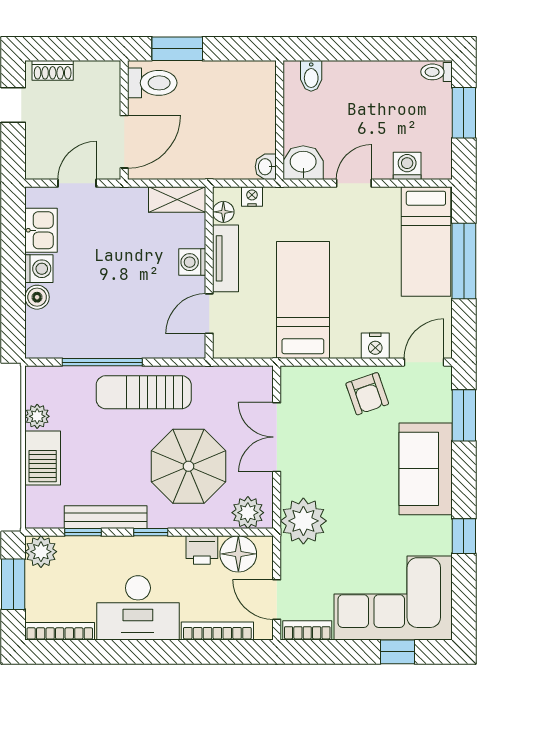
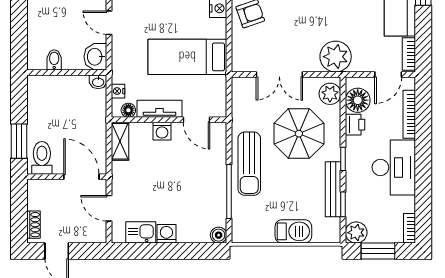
bidet: (311, 76) -> (54, 60), moved, turned -90
boiler: (37, 297) -> (219, 235), moved
plant: (37, 416) -> (265, 235), removed
bookcase: (60, 631) -> (410, 228), width x0.64

